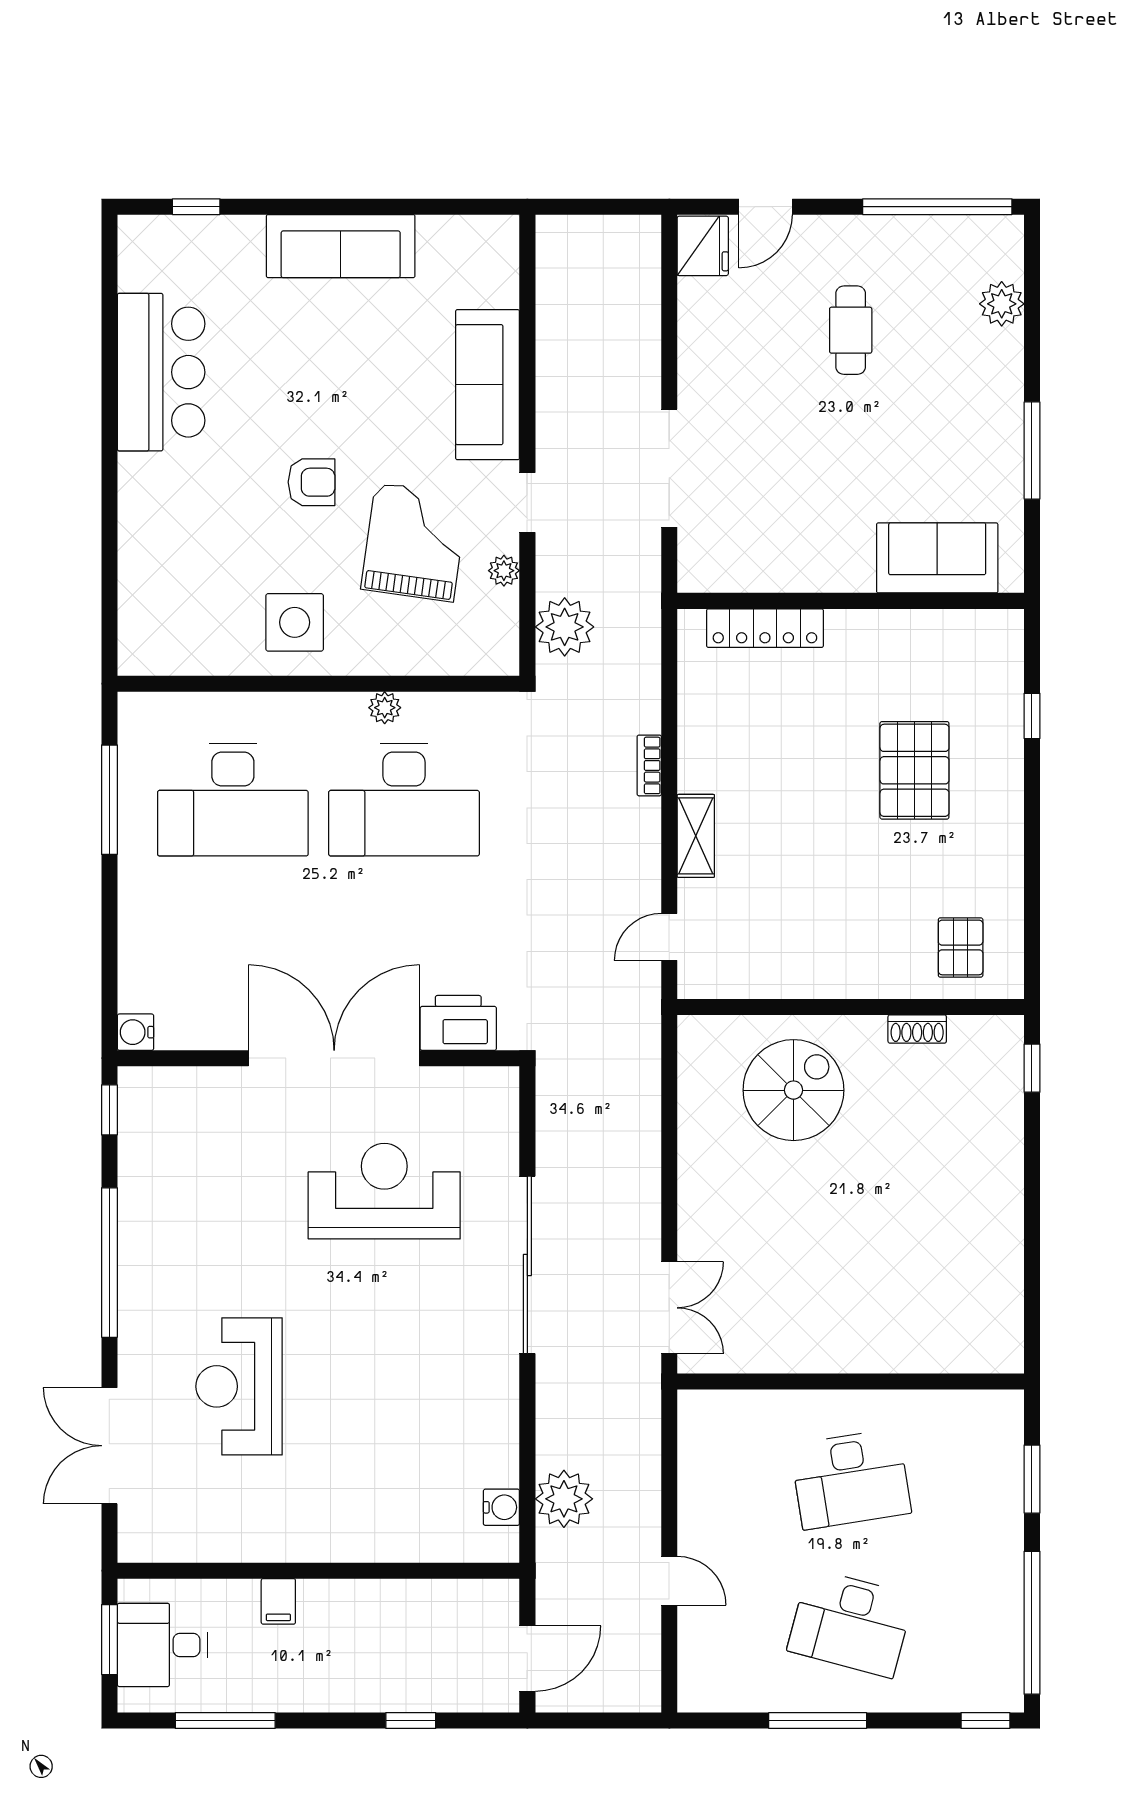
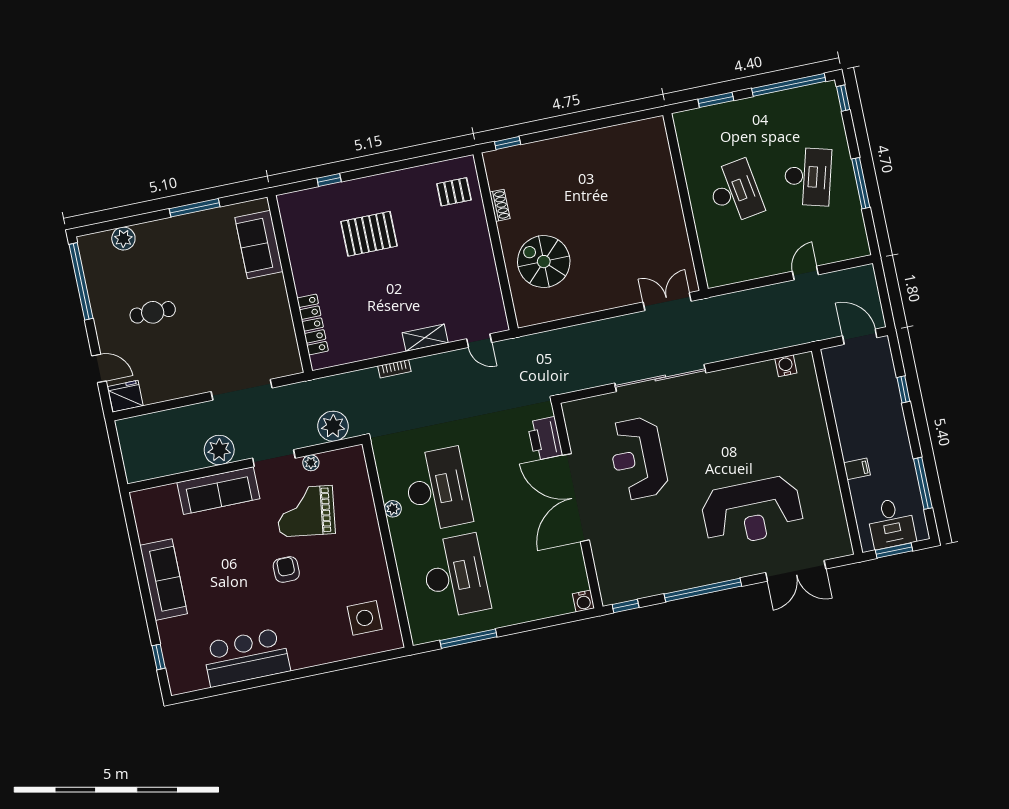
doorway: (527, 502) -> (274, 458), width x1.38
side table: (295, 622) -> (365, 618), moved
reception desk: (239, 1386) -> (752, 511), width x1.36, depth x1.30
plant: (564, 1499) -> (219, 450), moved

